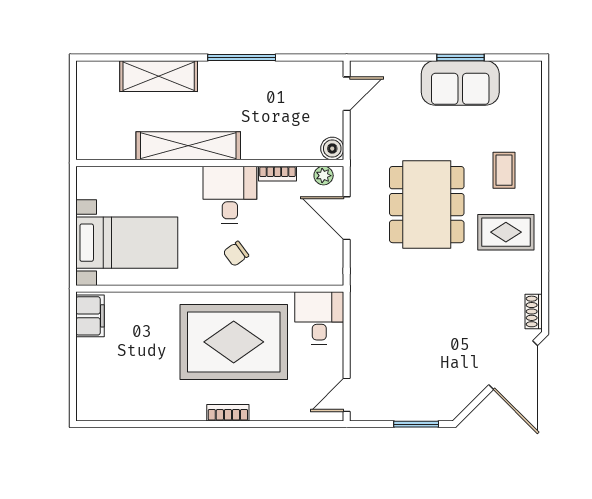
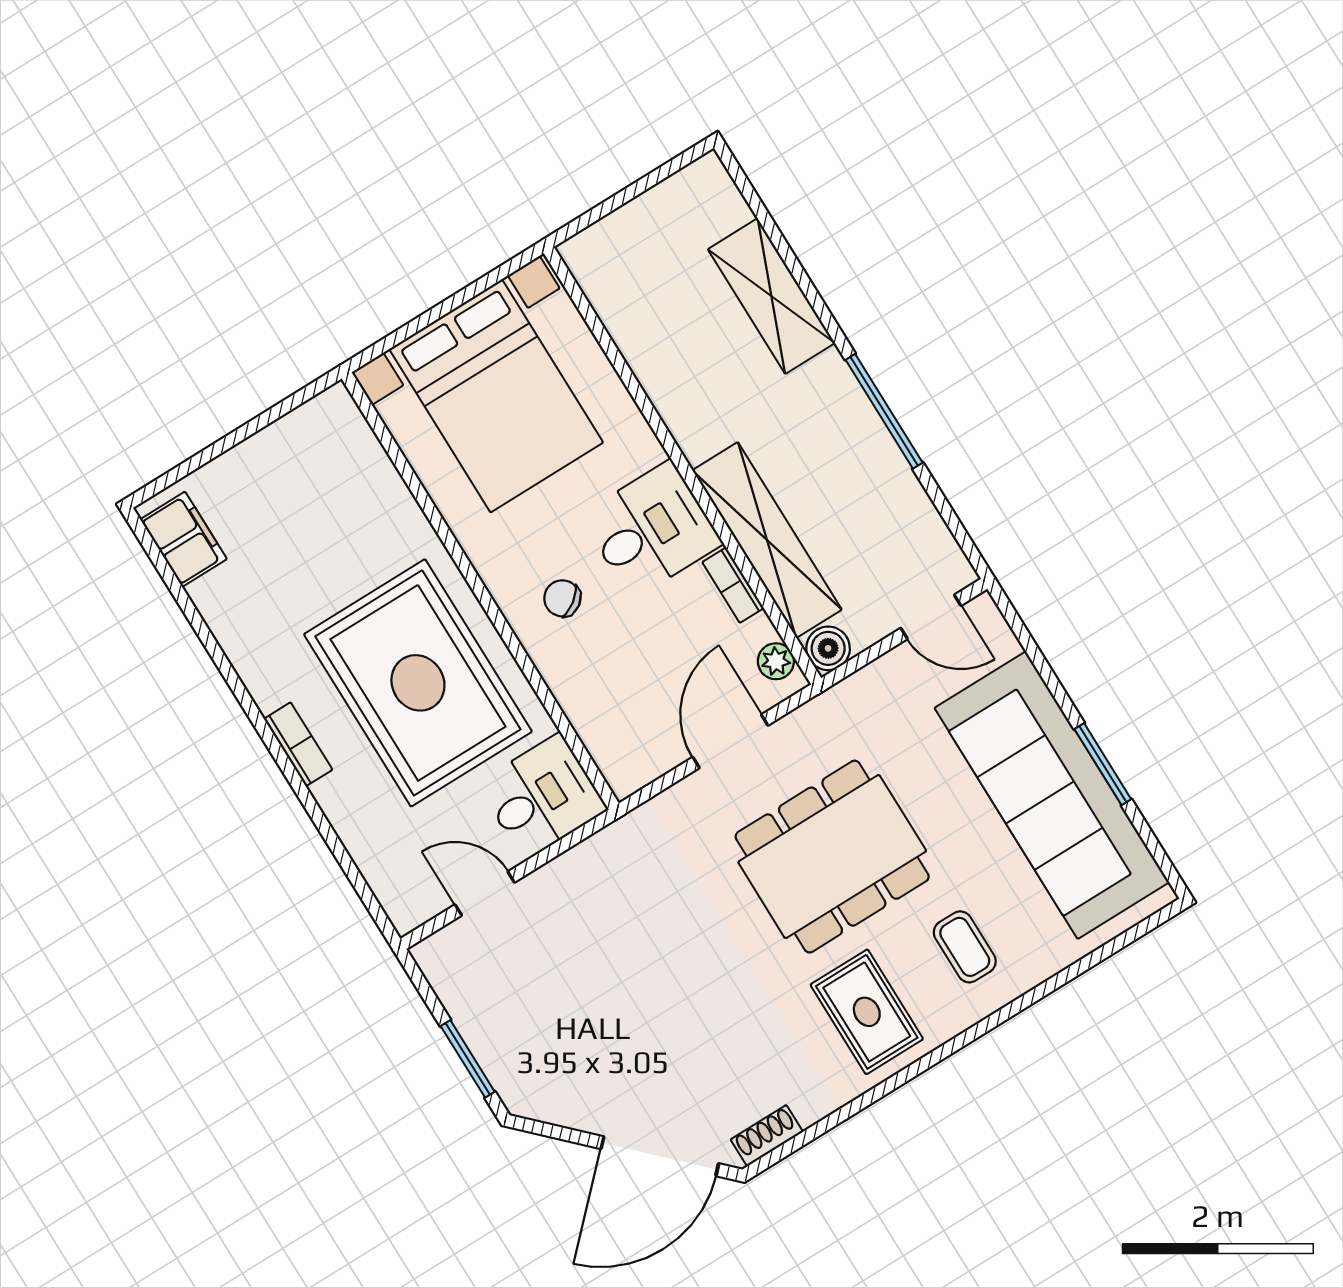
sofa: (460, 83) -> (1052, 795), width x1.85, depth x1.27
shelving: (188, 146) -> (767, 540), moved
coffee table: (504, 170) -> (965, 947), turned 90
bed with nightstands: (127, 243) -> (496, 396), width x1.36
filing cabinet: (90, 316) -> (184, 539), moved, turned -90
door: (347, 395) -> (485, 893), moved

